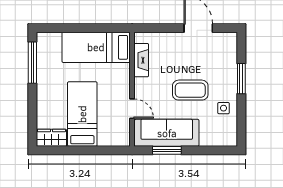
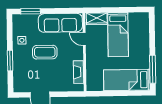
bed: (96, 47) -> (127, 80), moved, turned 180
wardrobe: (51, 138) -> (97, 19), moved
window: (167, 150) -> (31, 11), moved

